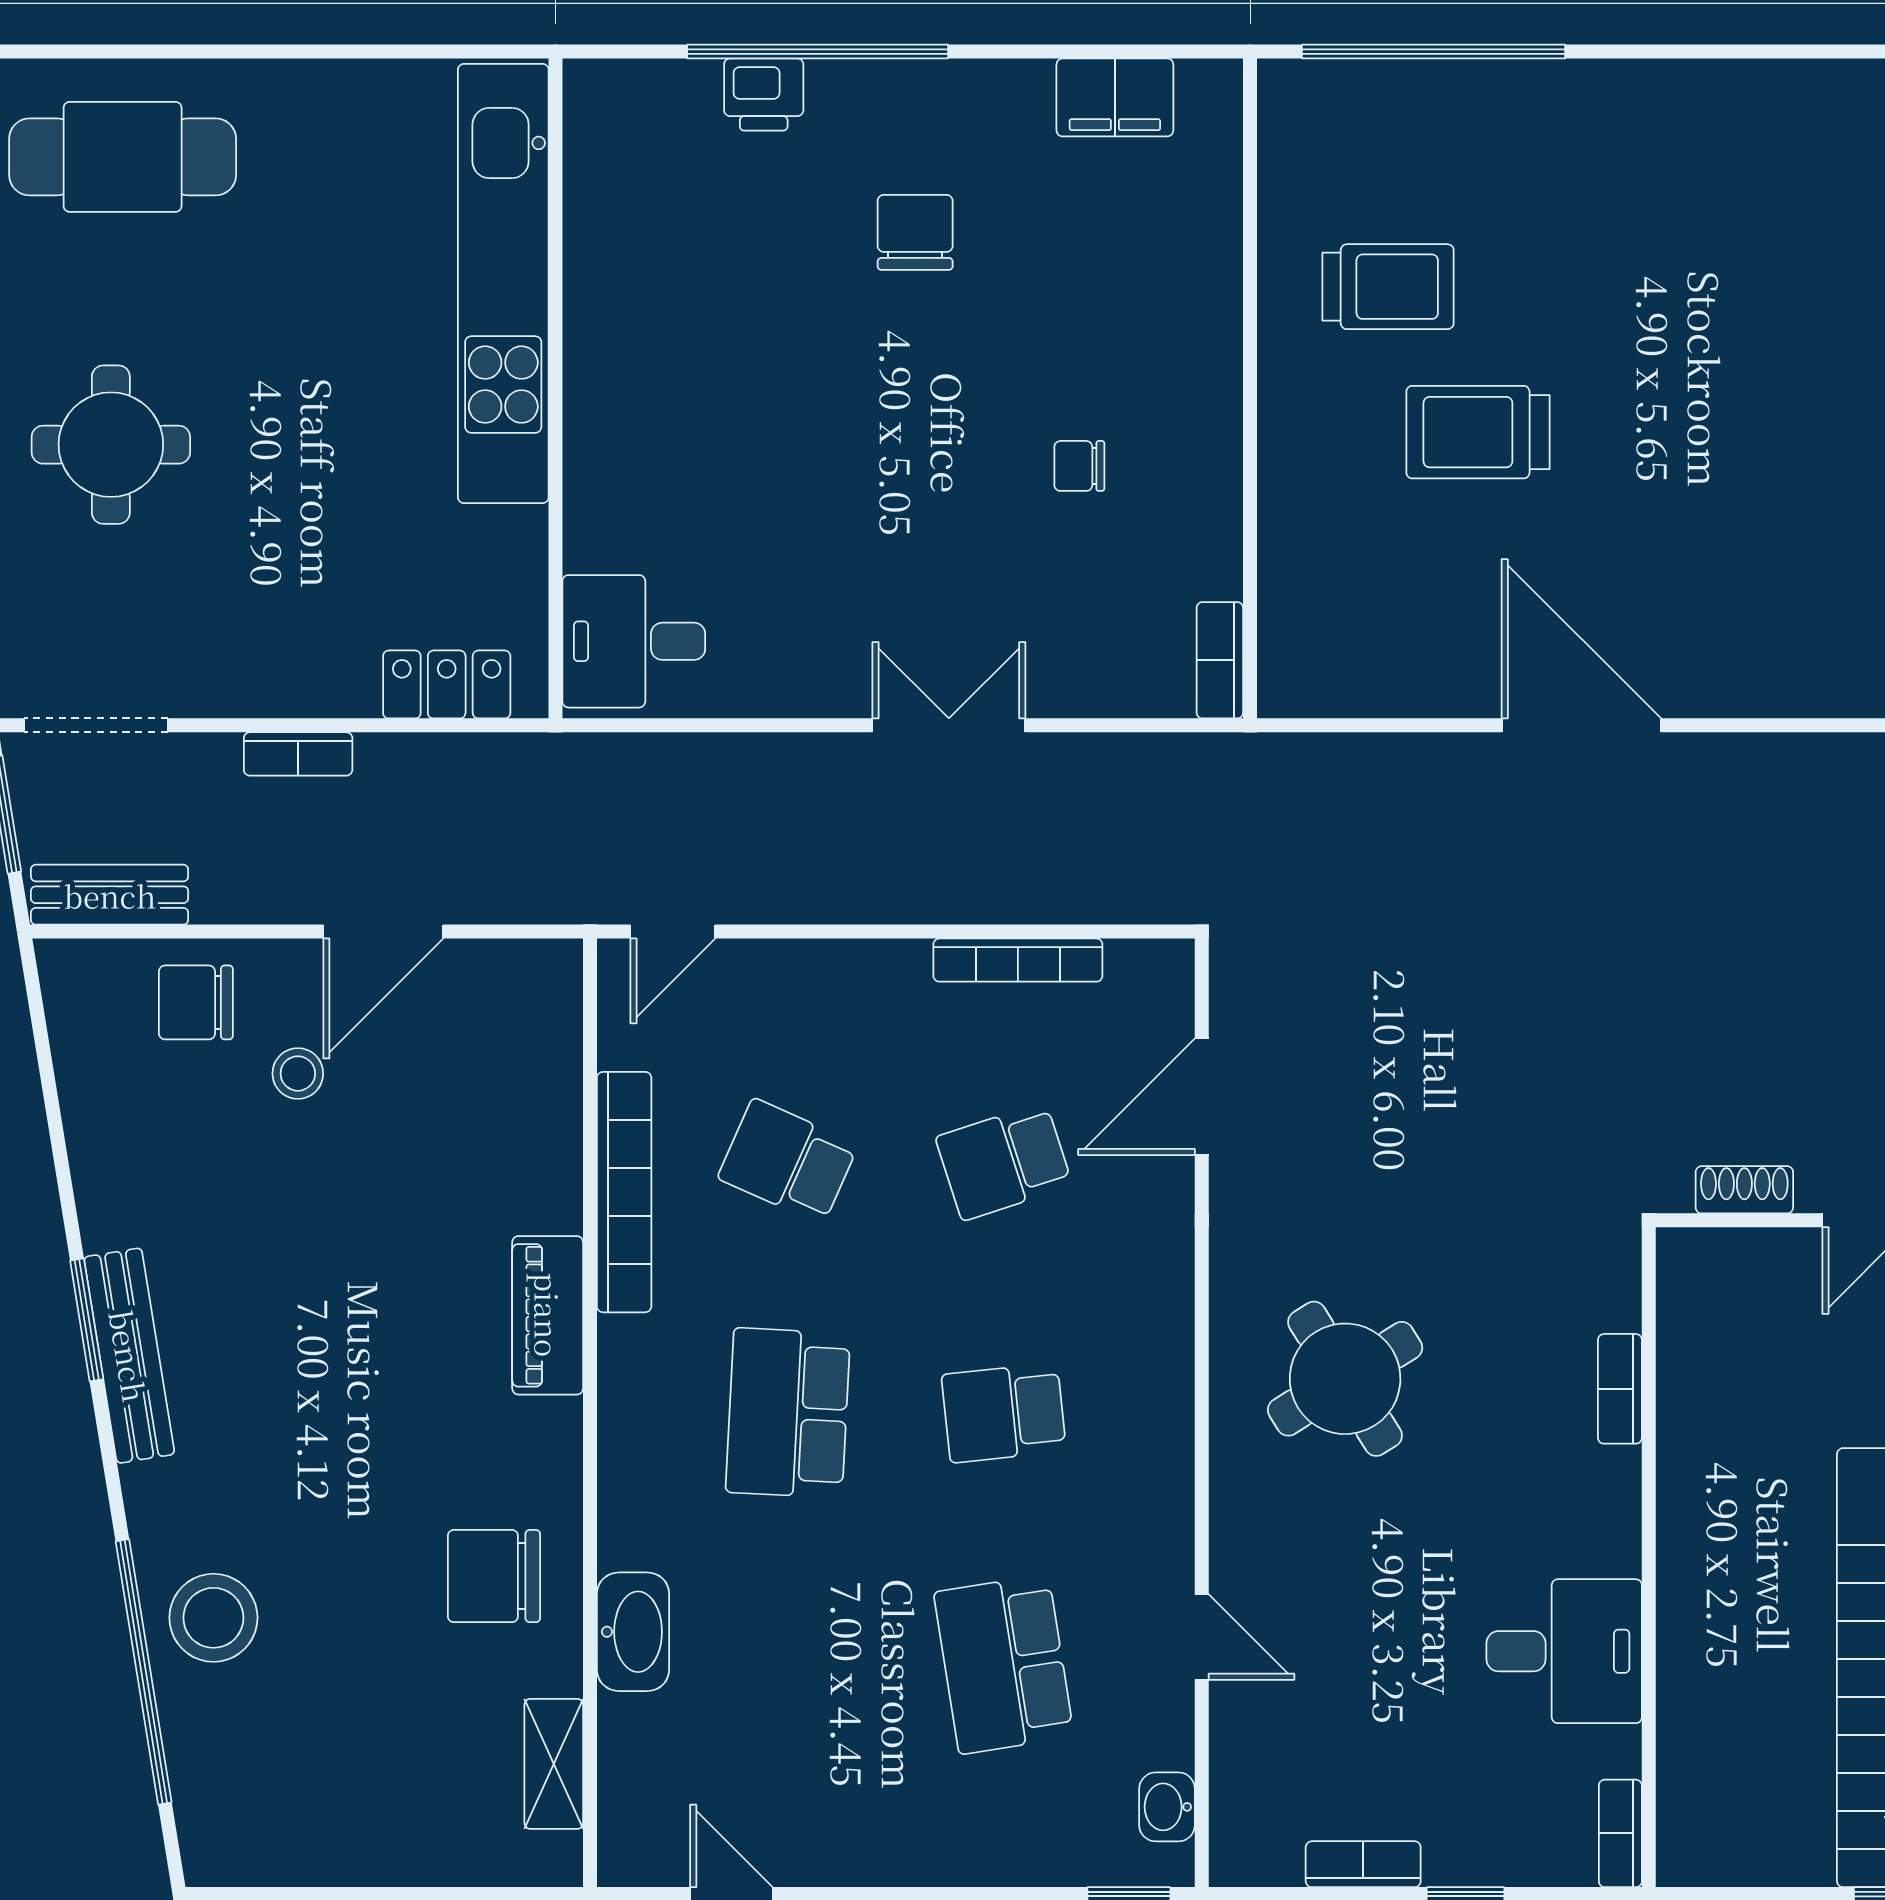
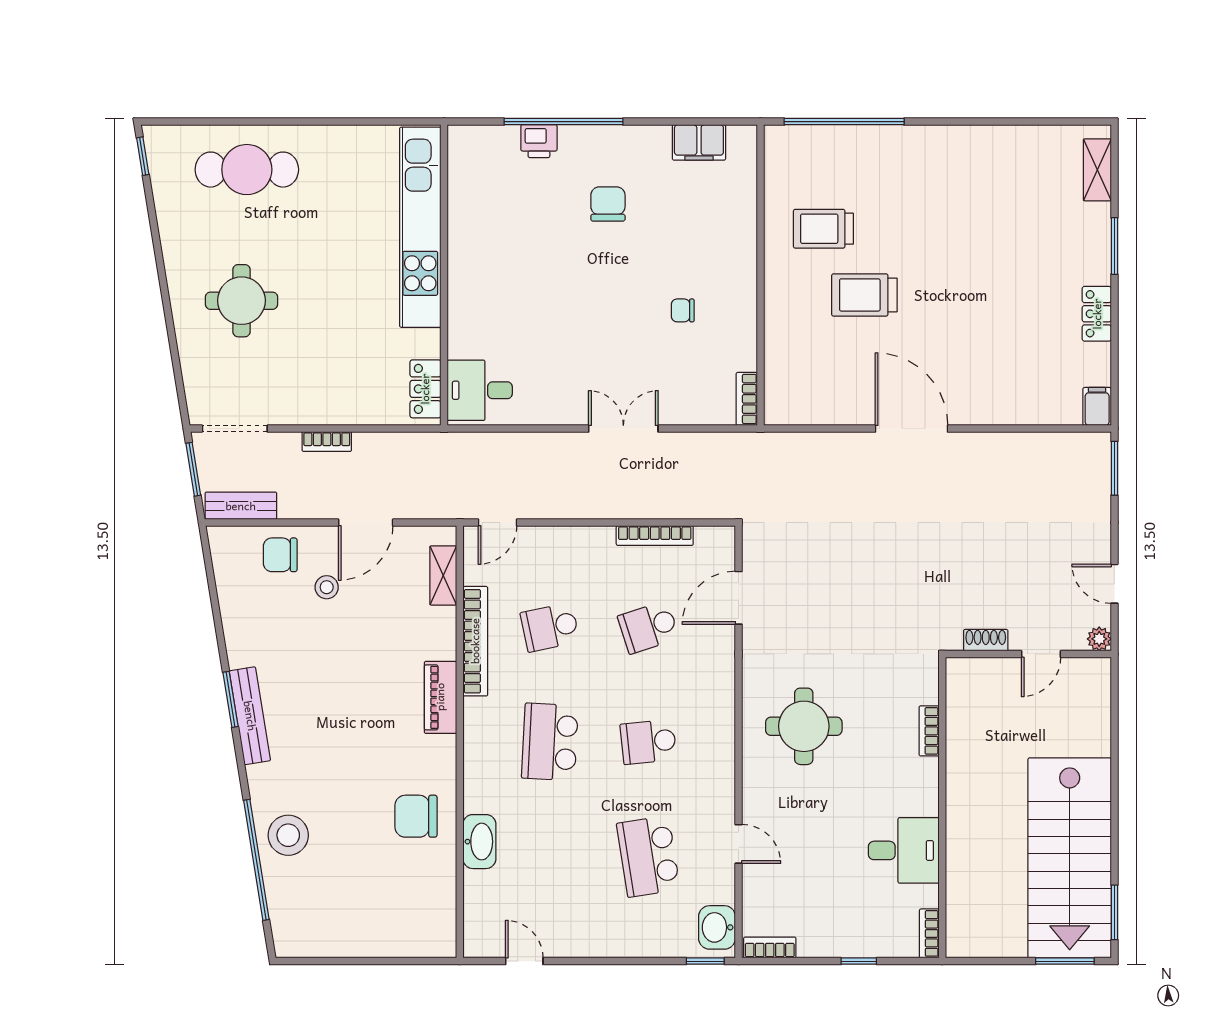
trolley: (1388, 287) -> (823, 229), turned 180
locker: (447, 684) -> (425, 389), moved, turned -90
school desk: (788, 1161) -> (550, 627), turned -36
round table: (1345, 1379) -> (804, 726), turned 32
shelving: (554, 1764) -> (443, 575), moved
washbasin: (1167, 1807) -> (717, 927), width x1.38, depth x1.45
bookcase: (1363, 1864) -> (770, 947), moved

